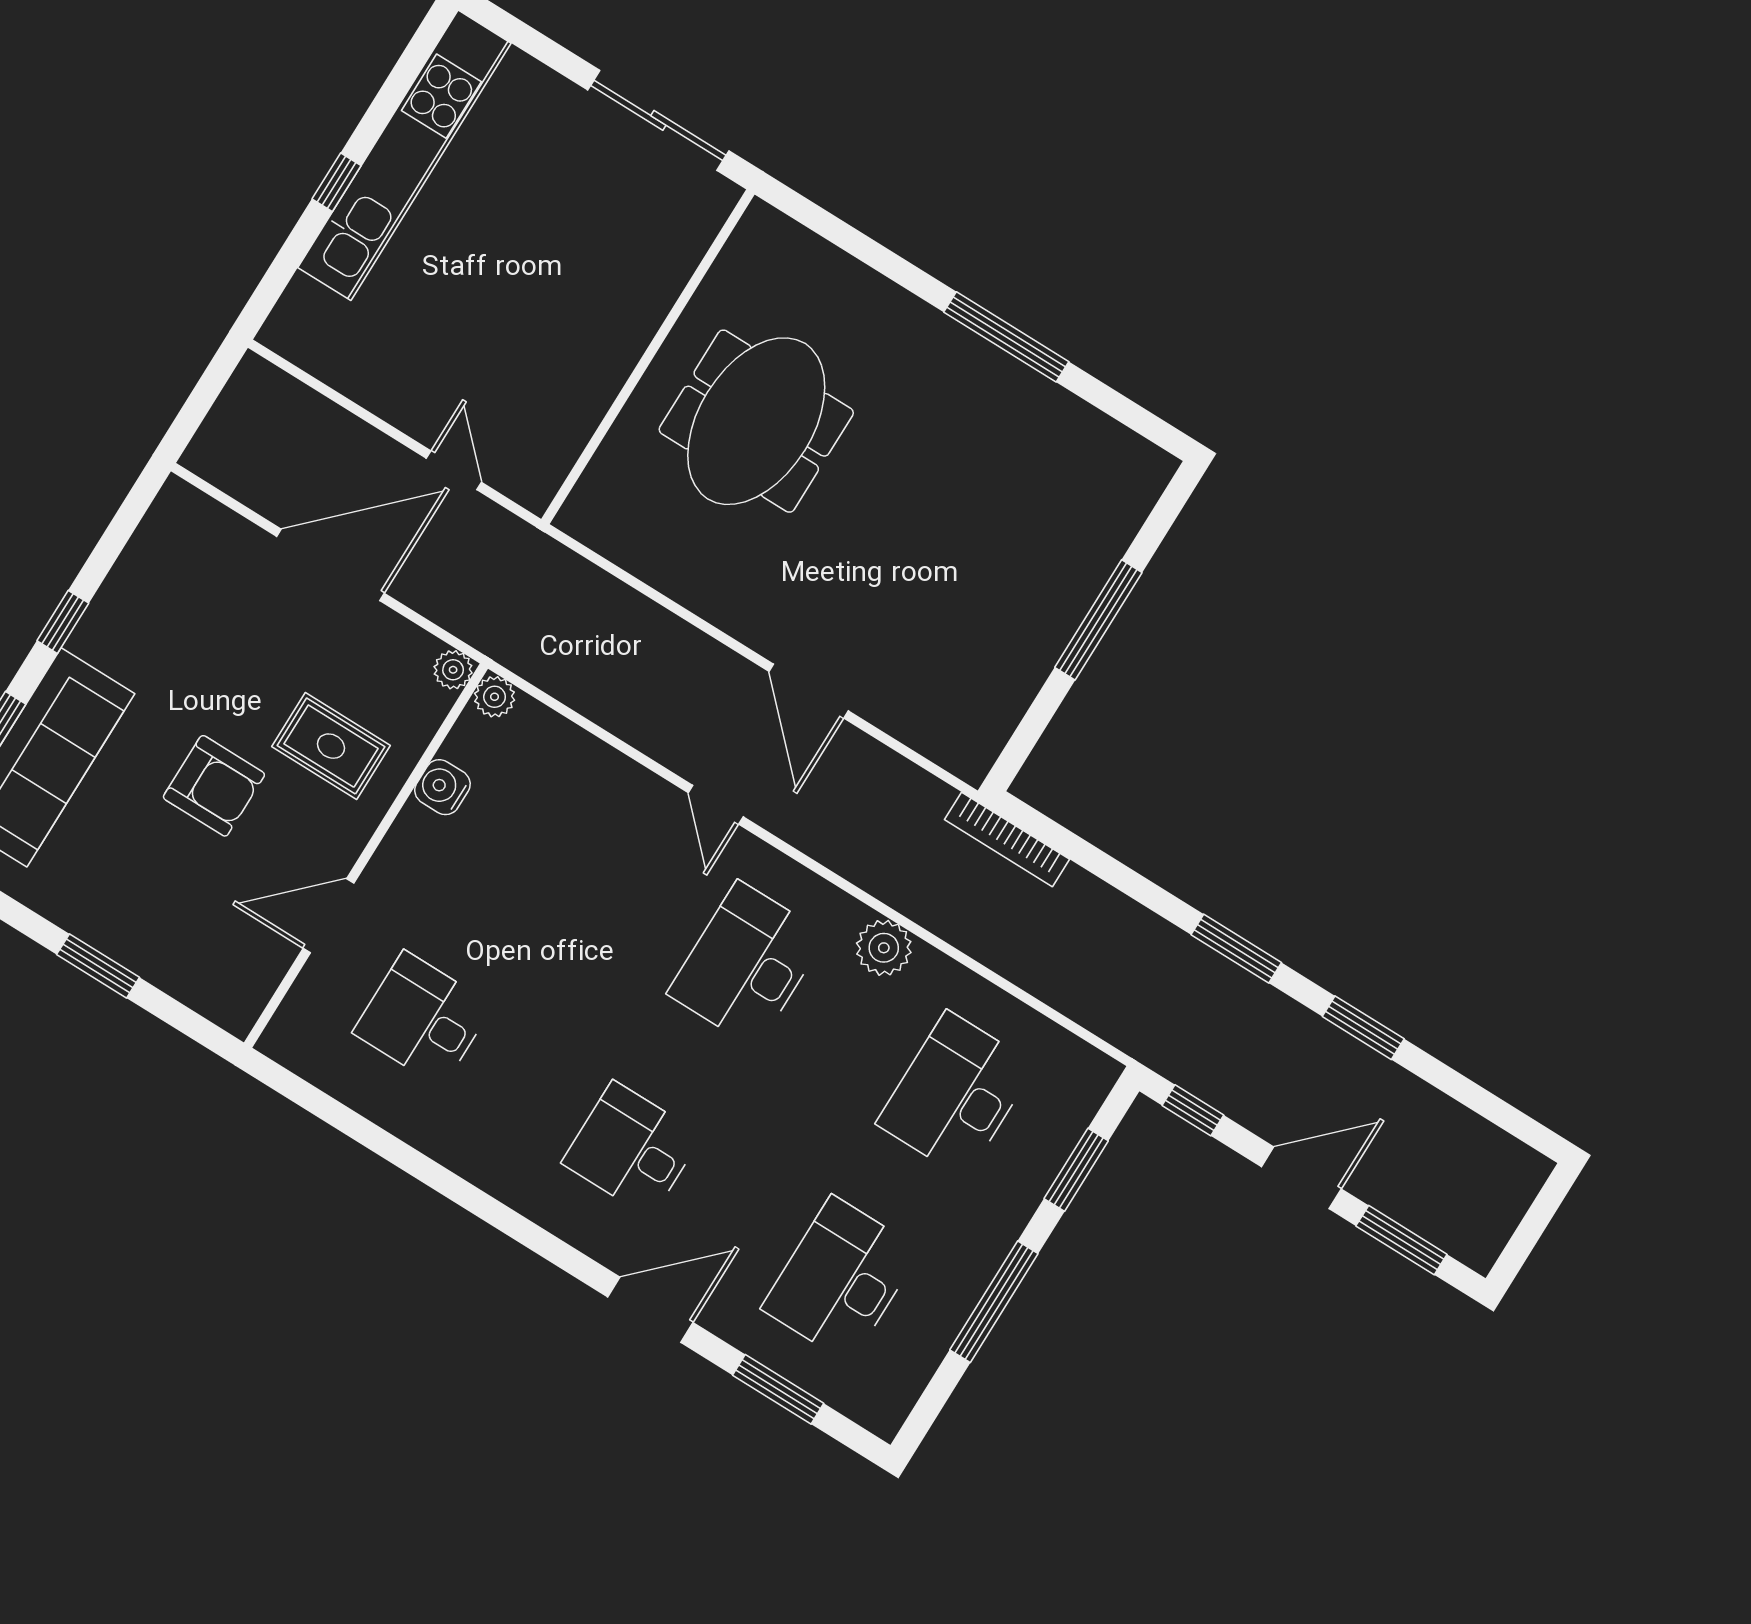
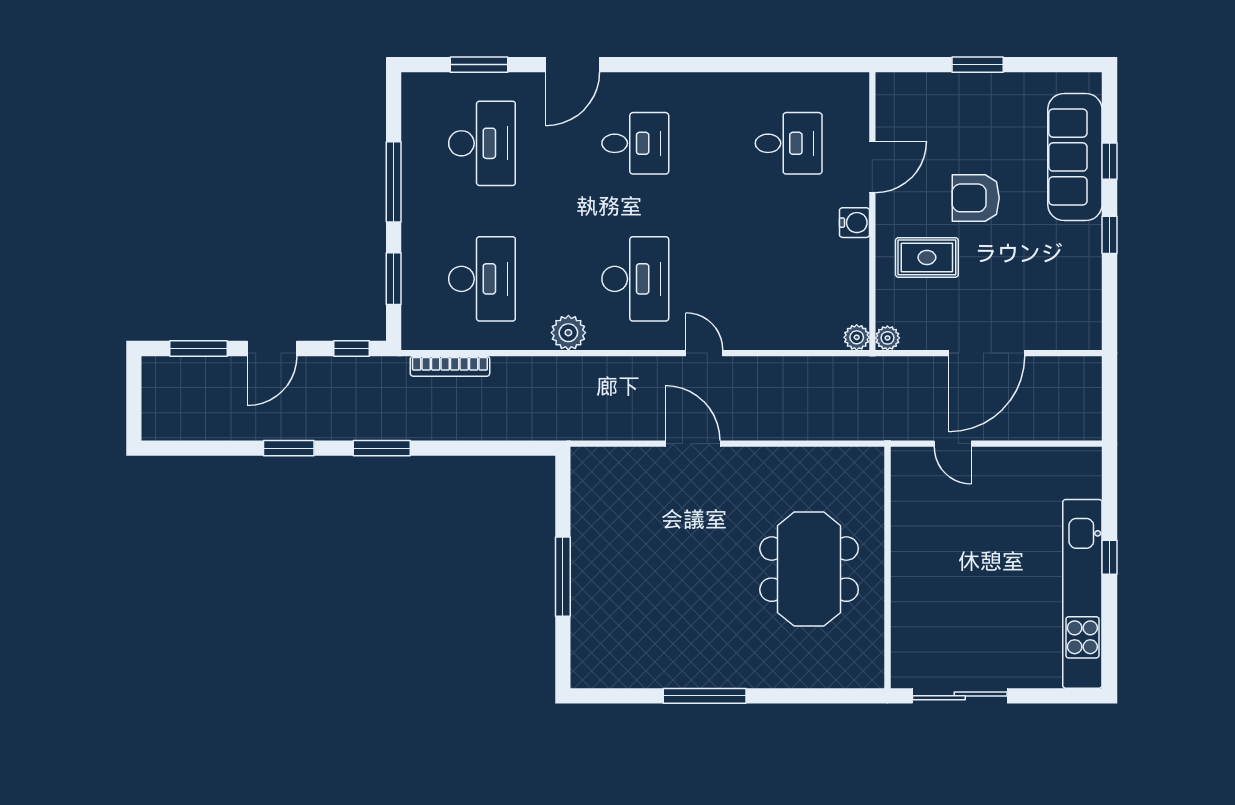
water cooler: (442, 787) -> (854, 223), moved
bookcase: (1007, 839) -> (450, 366), moved, turned 180

